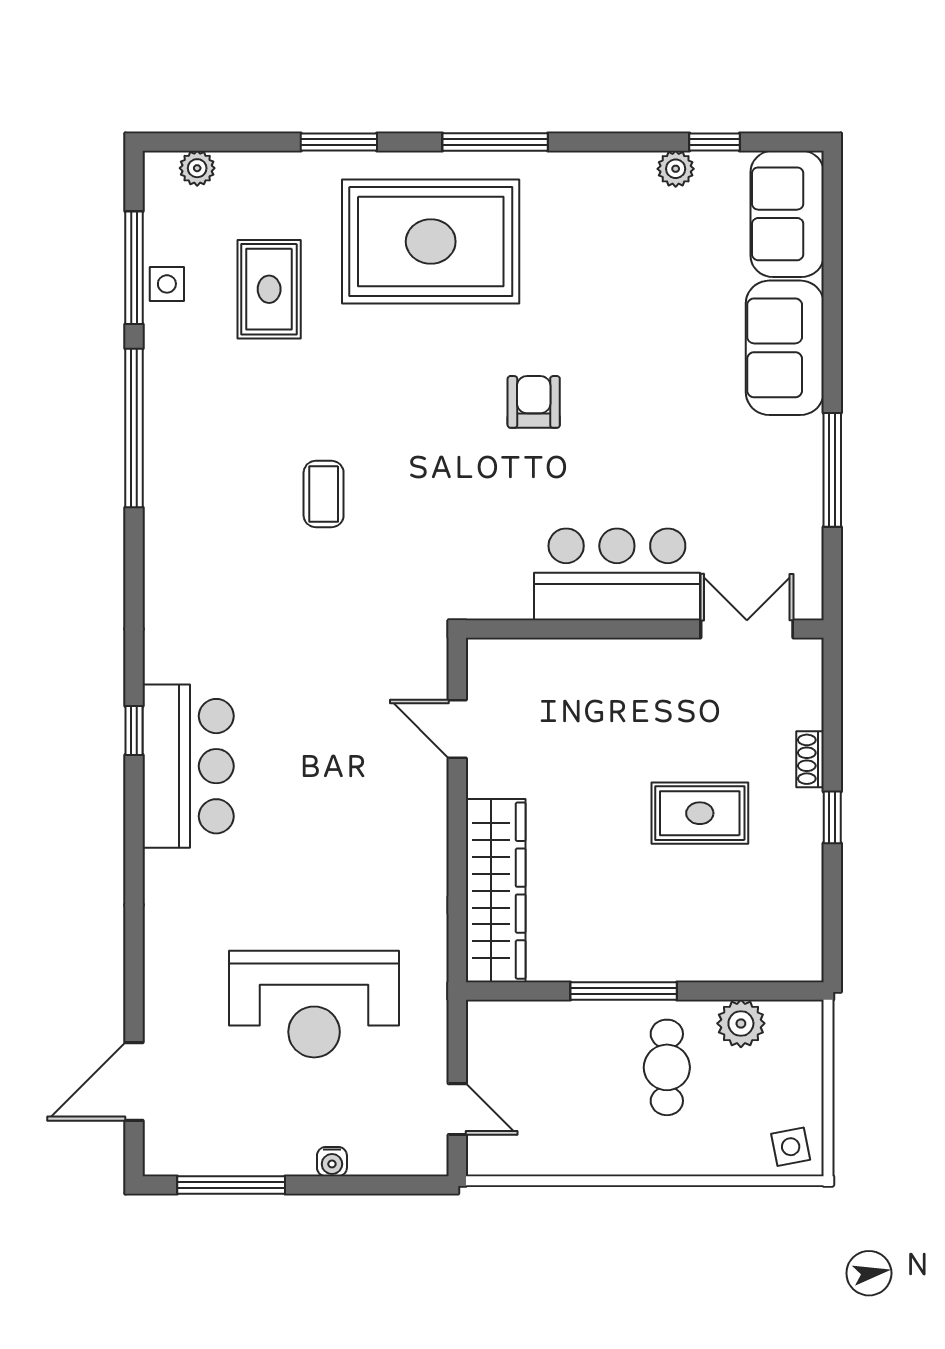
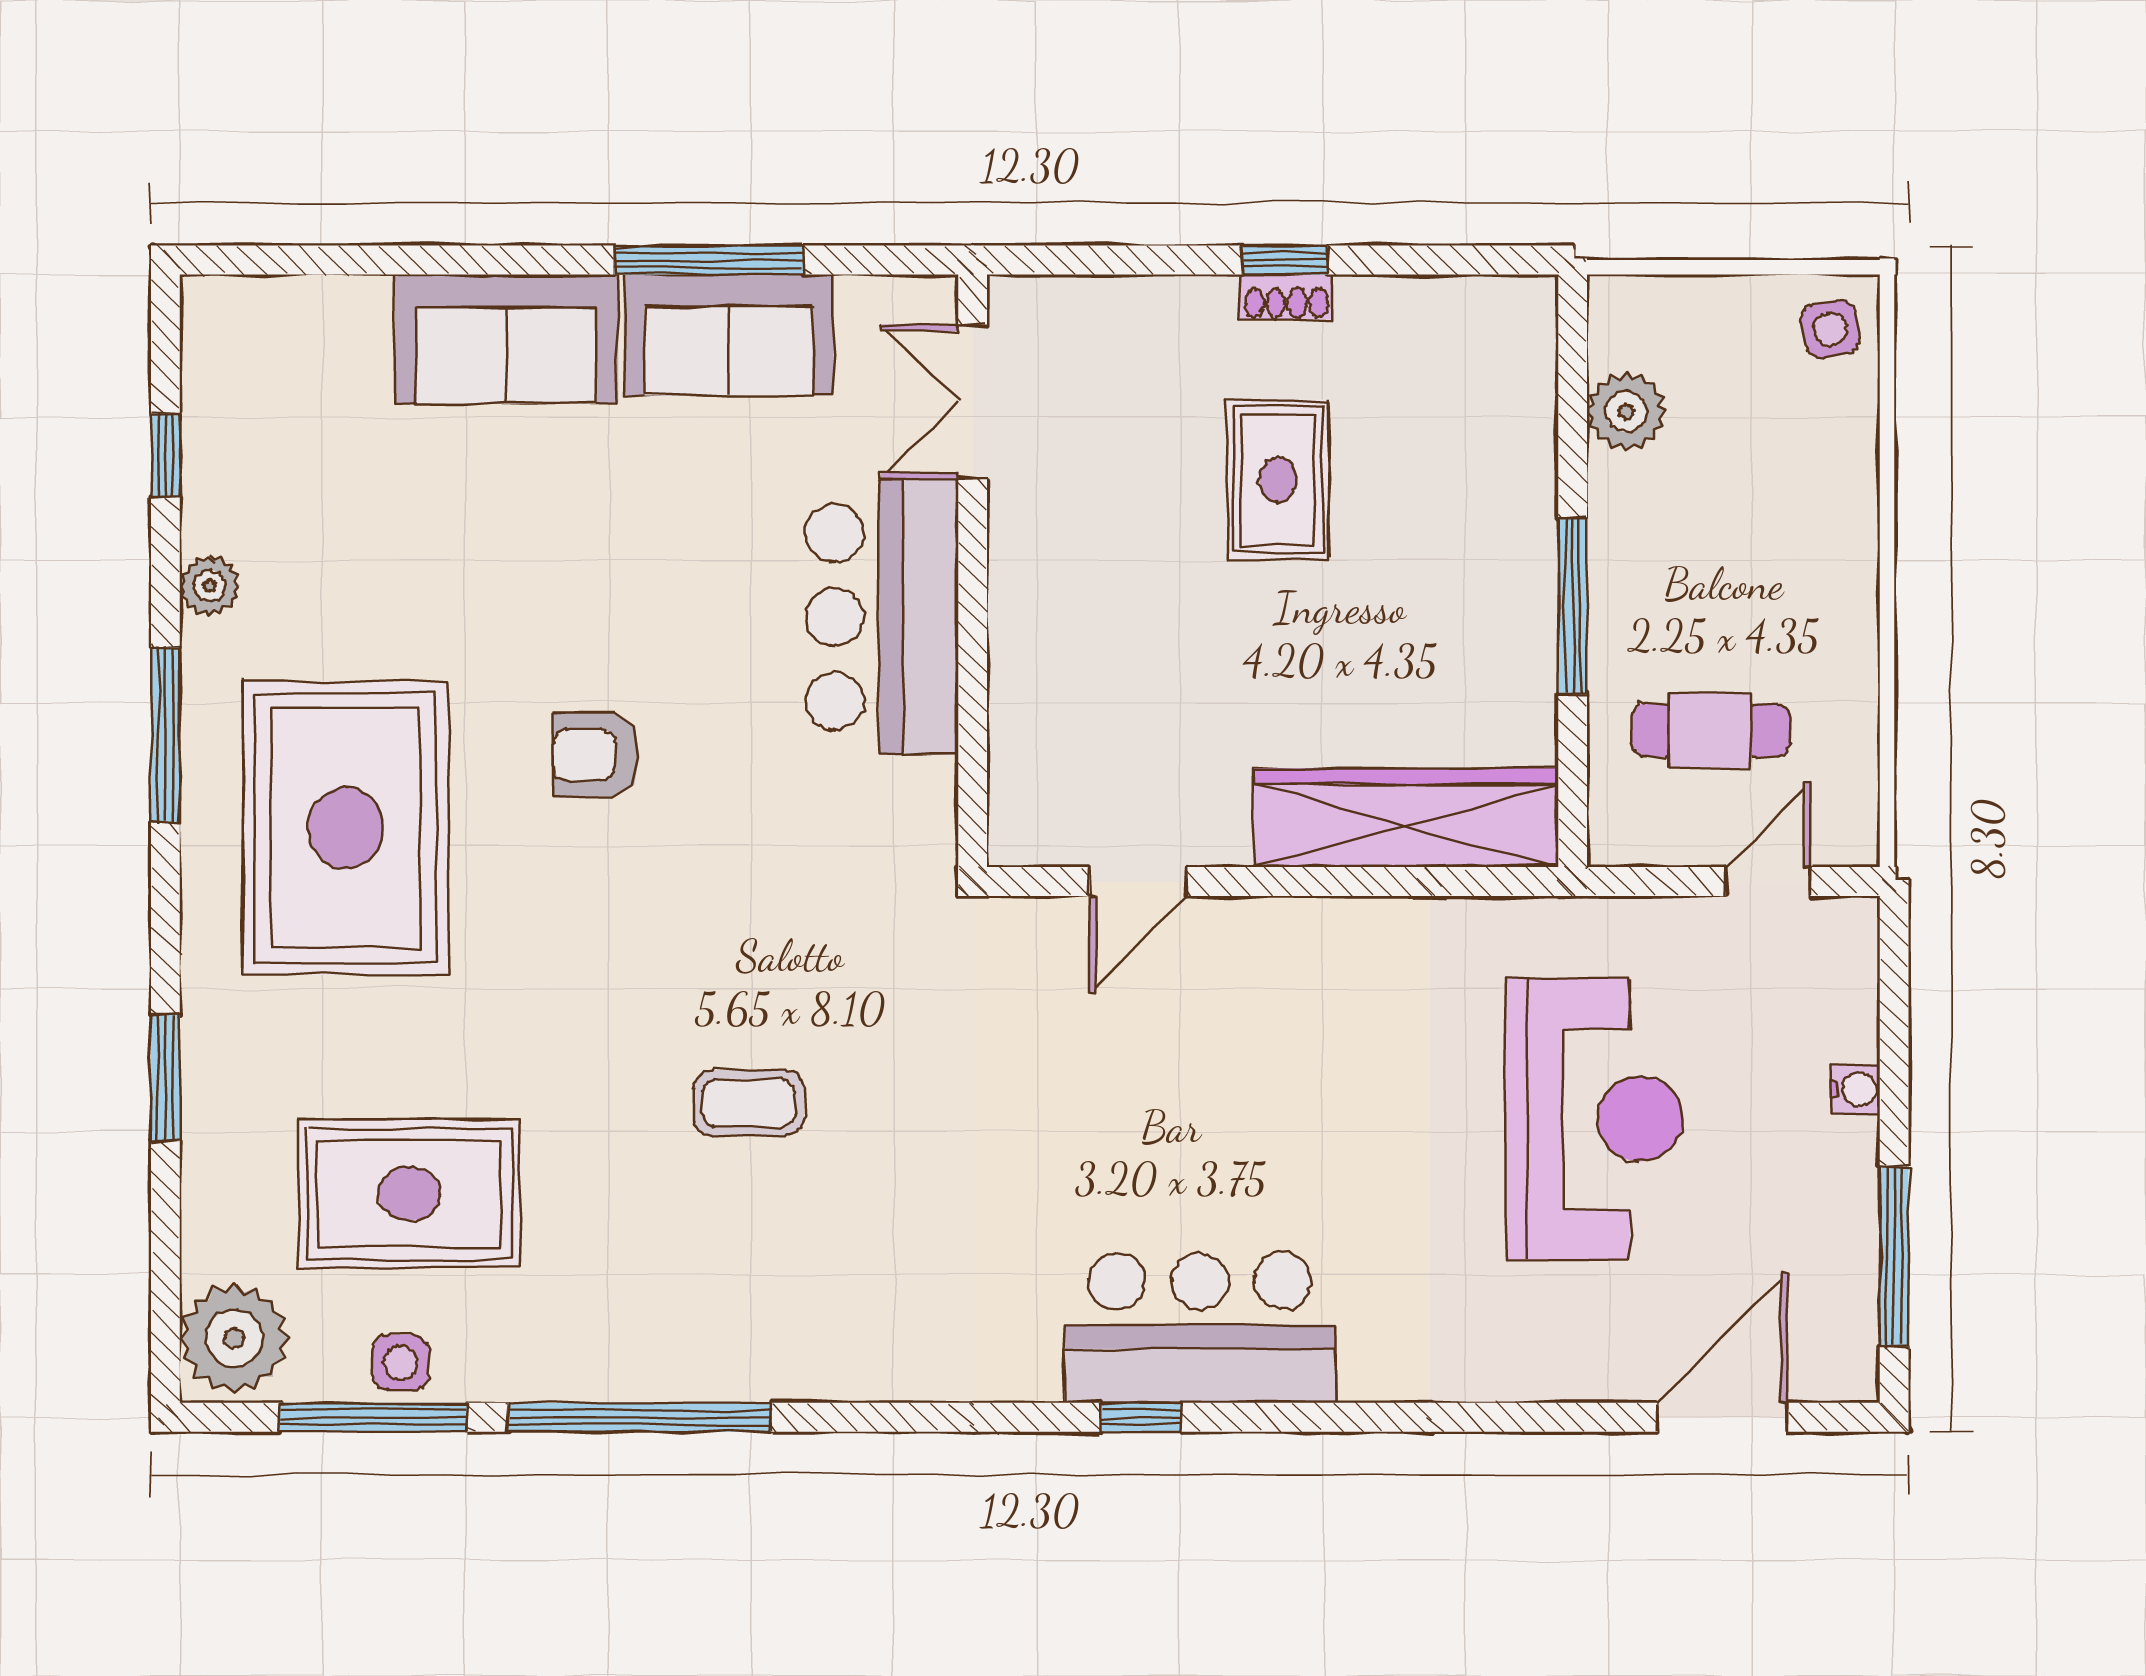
window: (495, 142) -> (165, 735), moved
plant: (197, 168) -> (234, 1338), width x1.88, depth x1.88
plant: (676, 169) -> (210, 586), moved
sofa: (787, 214) -> (729, 335), moved
rug: (431, 242) -> (345, 828), moved
rug: (269, 289) -> (409, 1193), width x1.36, depth x1.43
shoe rack: (810, 759) -> (1286, 297), moved
cafe table: (667, 1067) -> (1710, 730), moved
door: (134, 1081) -> (1722, 1417), swing flipped

